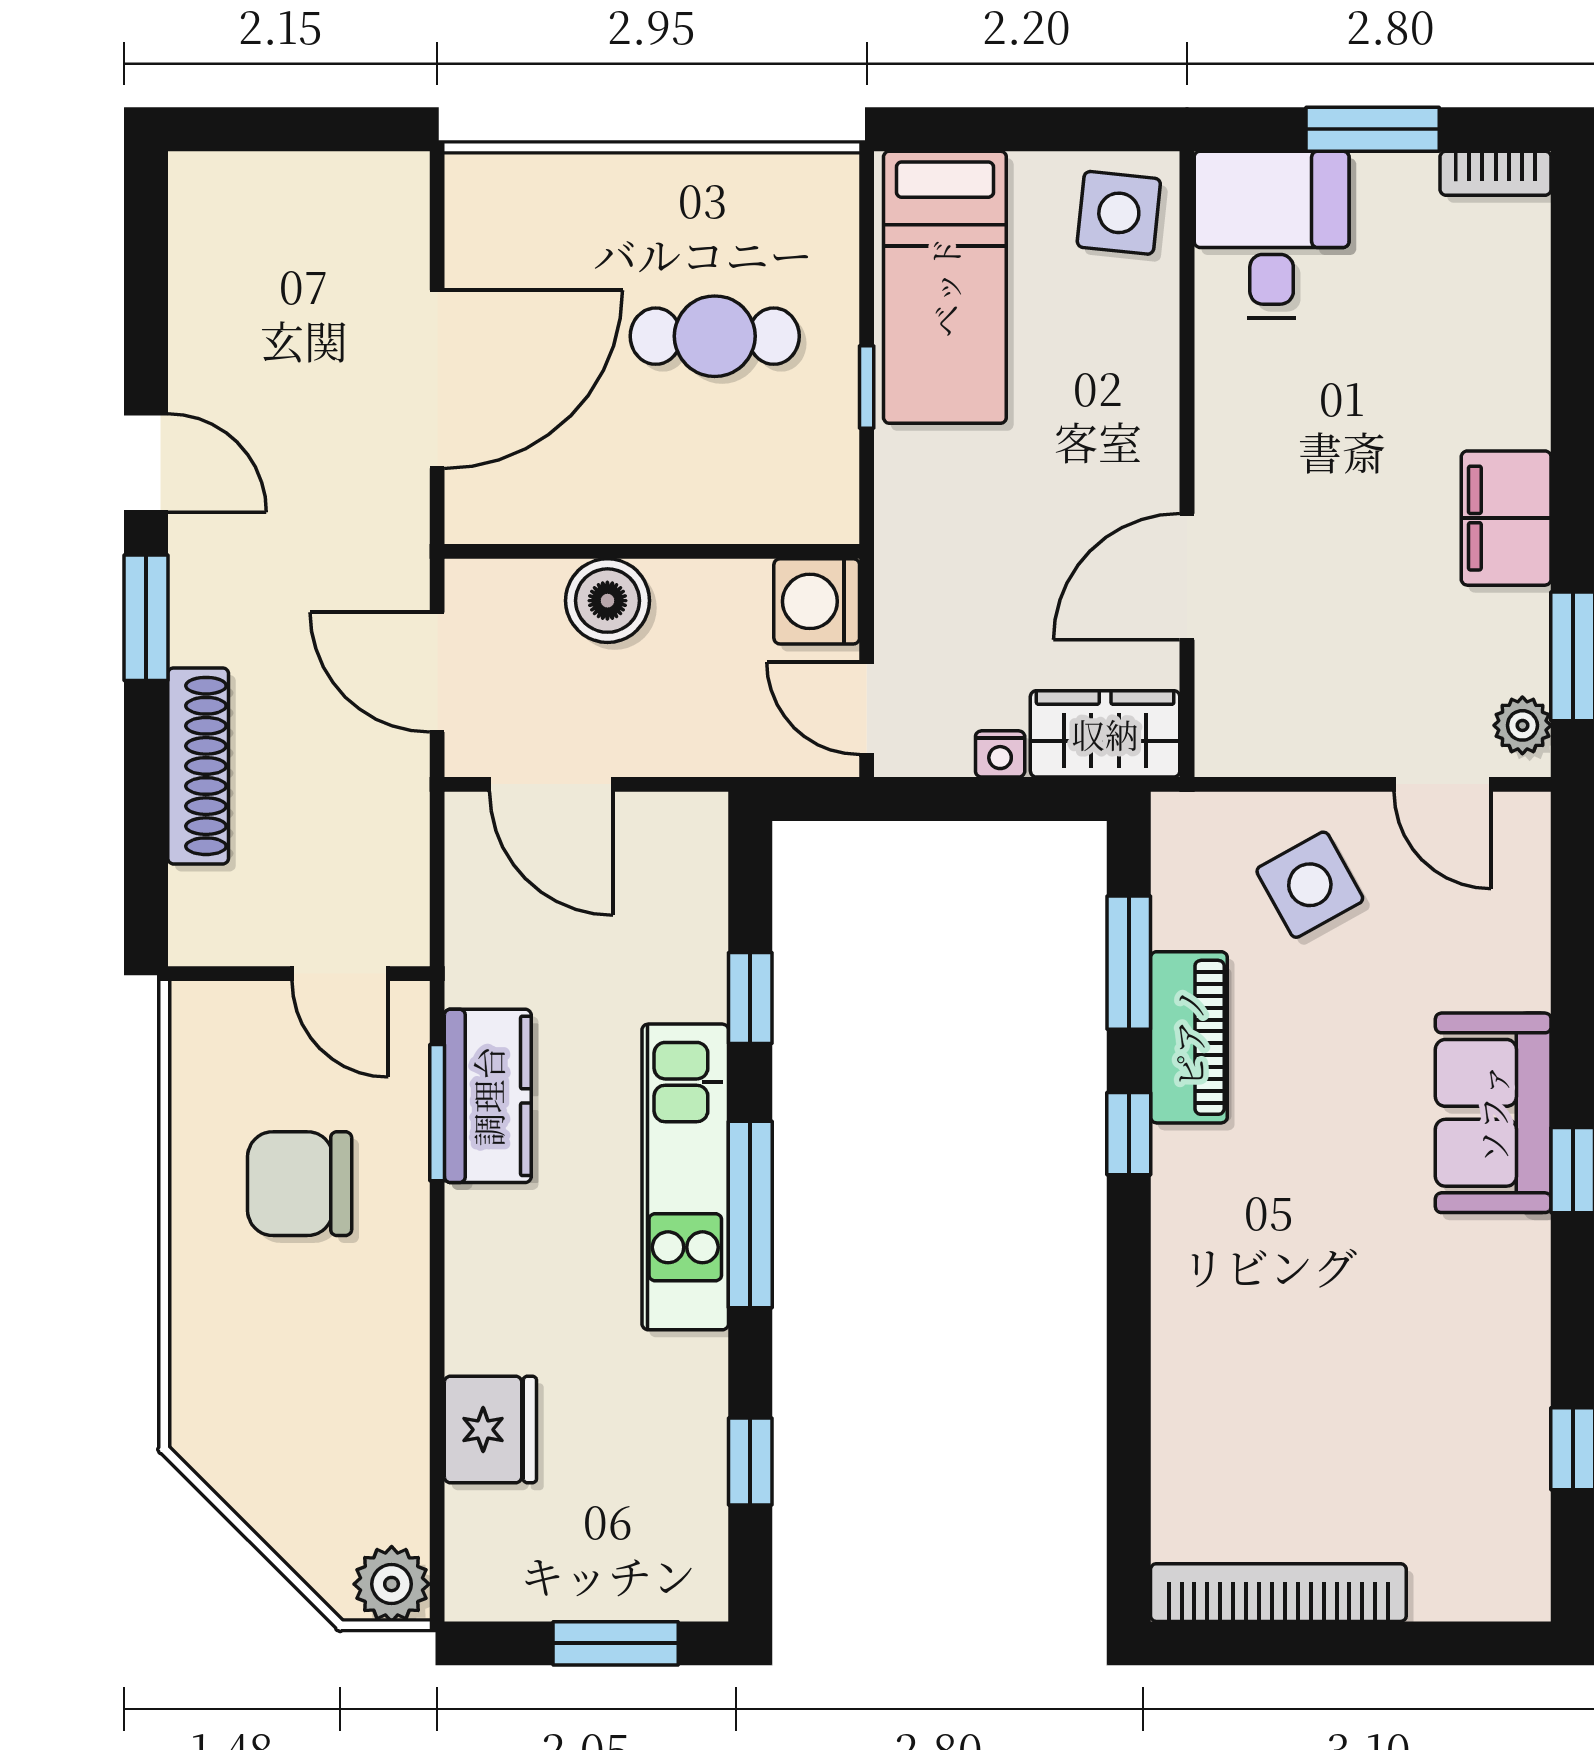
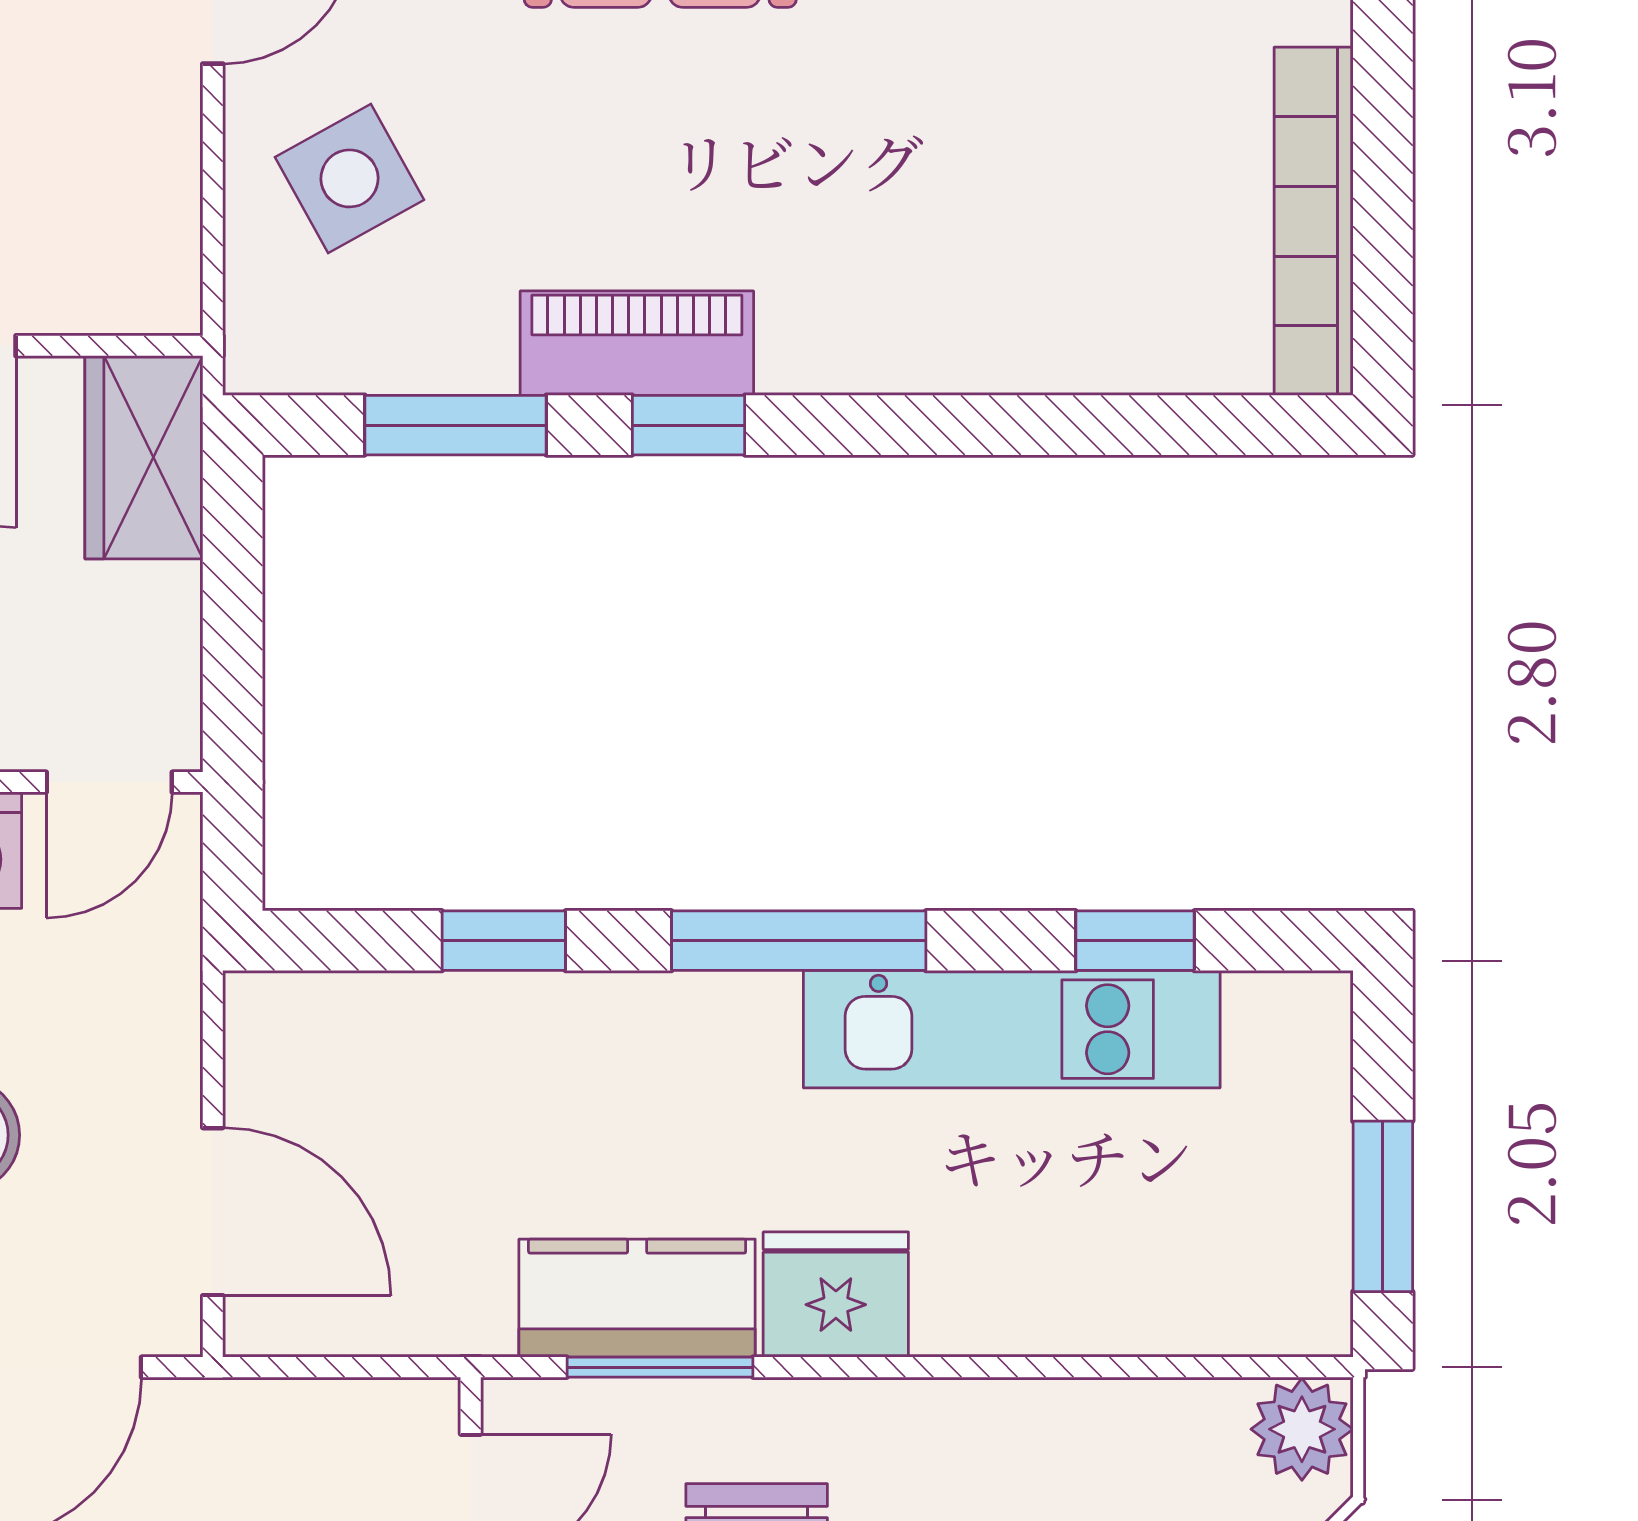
nightstand: (1000, 754) -> (171, 600), removed
door: (551, 784) -> (213, 1212), hinge flipped
piano: (1189, 1037) -> (637, 343), moved
kitchen unit: (685, 1177) -> (1012, 1029), moved
fridge: (490, 1430) -> (836, 1295), moved
window: (616, 1643) -> (1383, 1206), moved

